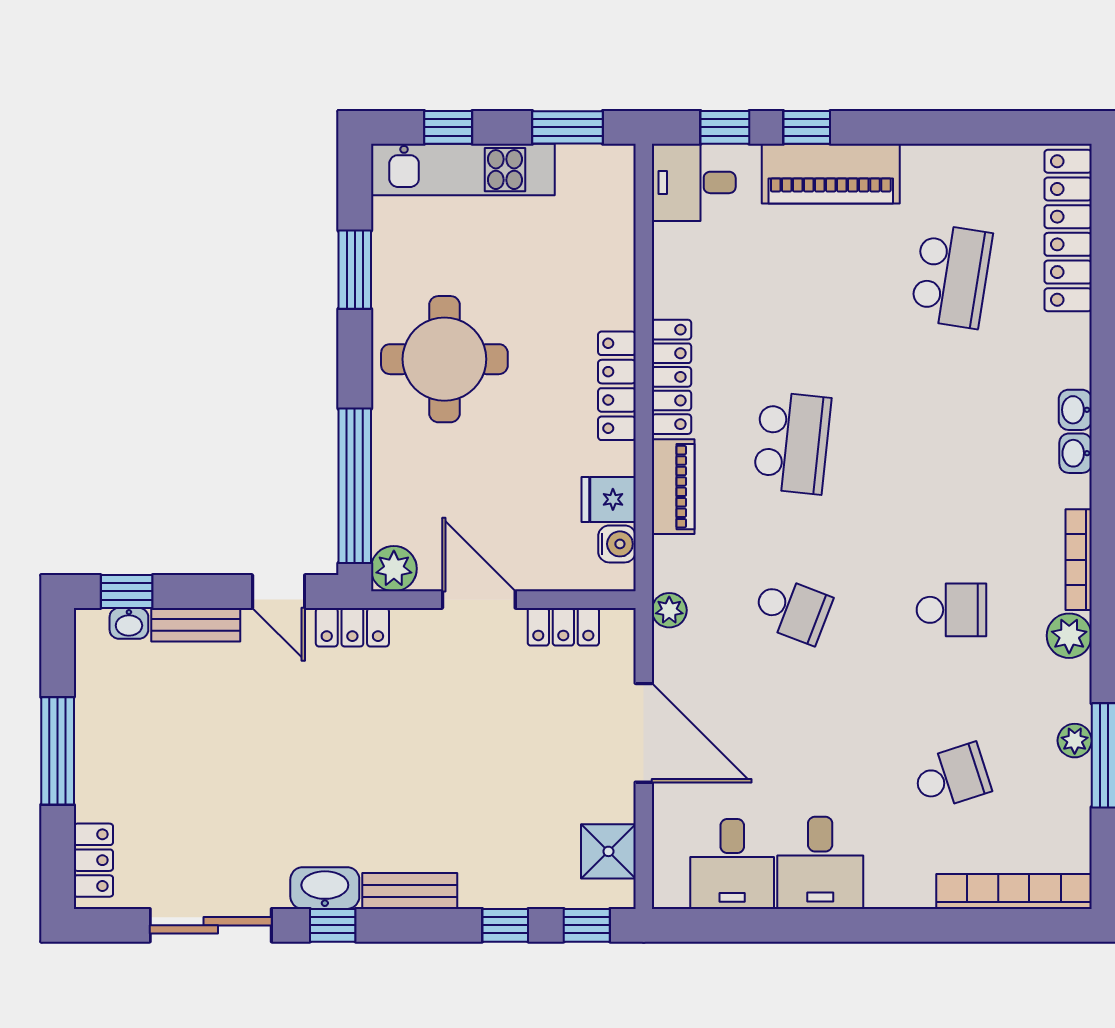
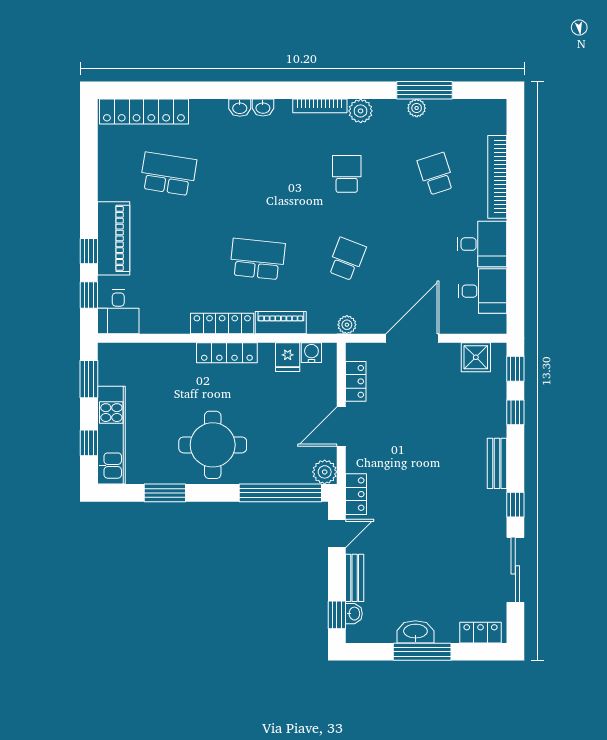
washbasin: (325, 888) -> (415, 632), moved, turned 90
bookcase: (1014, 891) -> (497, 177), moved

